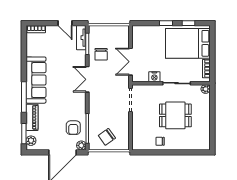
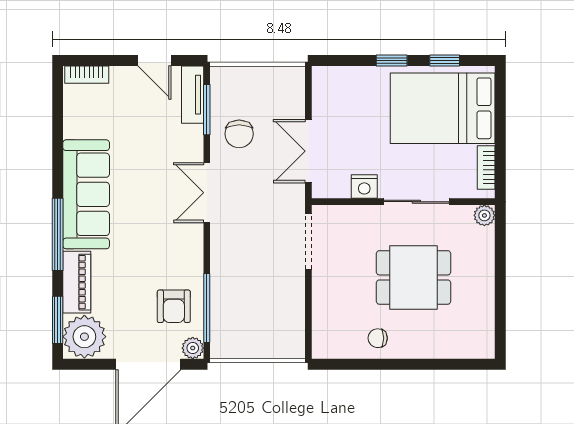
chair: (107, 137) -> (253, 328), removed
plant: (31, 141) -> (84, 337), width x1.88, depth x1.88

